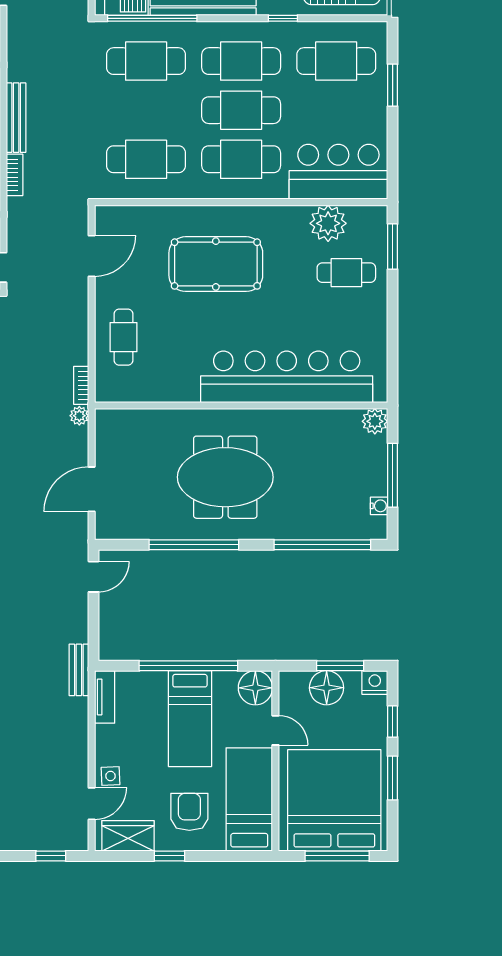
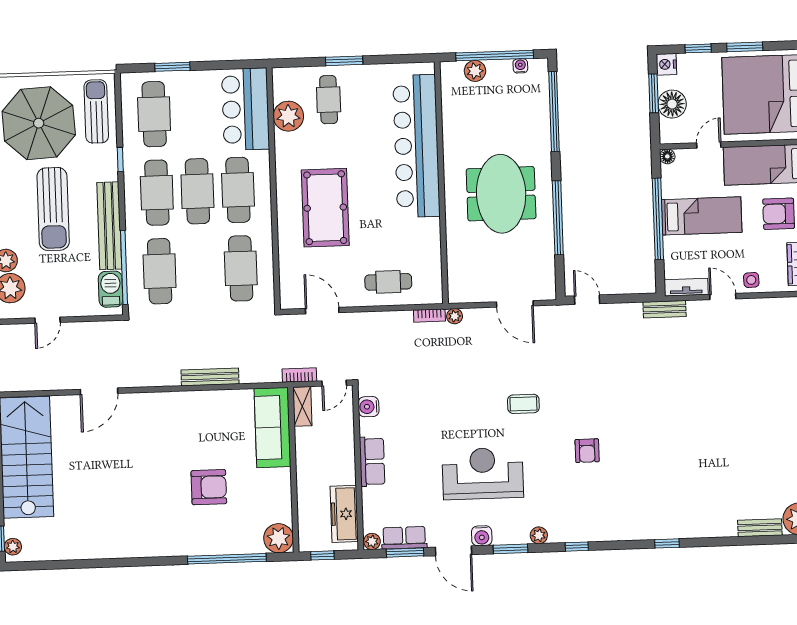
bookcase: (15, 175) -> (299, 375), moved
window: (393, 247) -> (344, 61), moved
plant: (375, 421) -> (475, 71), moved
window: (393, 475) -> (495, 56), width x1.46
floor lamp: (255, 688) -> (667, 156), width x0.53, depth x0.53
door: (92, 804) -> (723, 297), moved

